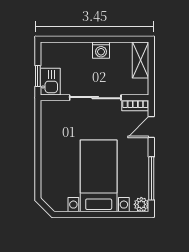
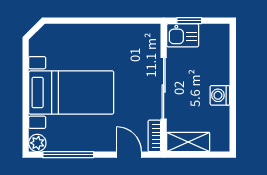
shelving: (140, 60) -> (188, 142), moved

